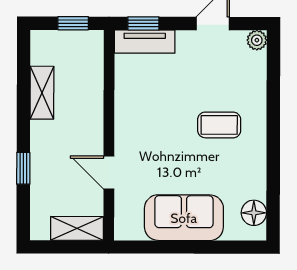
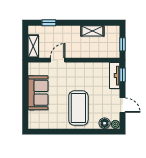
coffee table: (219, 125) -> (78, 108), width x1.86, depth x1.72
window: (23, 168) -> (49, 23), moved
floor lamp: (254, 213) -> (105, 123), moved

